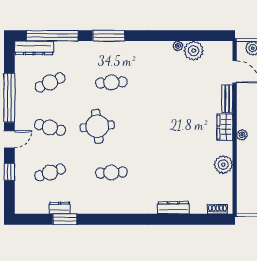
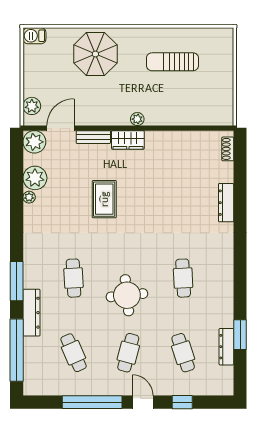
dresser: (34, 48) -> (31, 313), moved
rug: (176, 108) -> (104, 199), added
plant: (223, 165) -> (34, 142), moved
dresser: (60, 208) -> (226, 347), width x1.44

